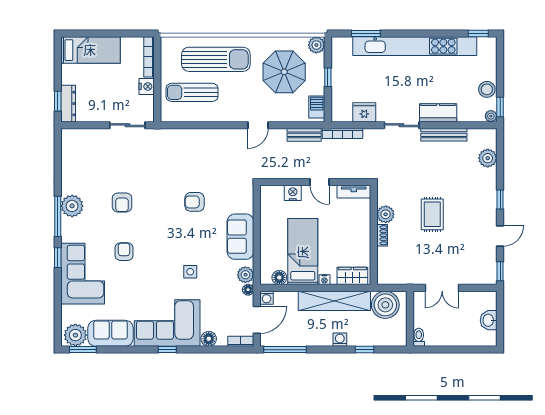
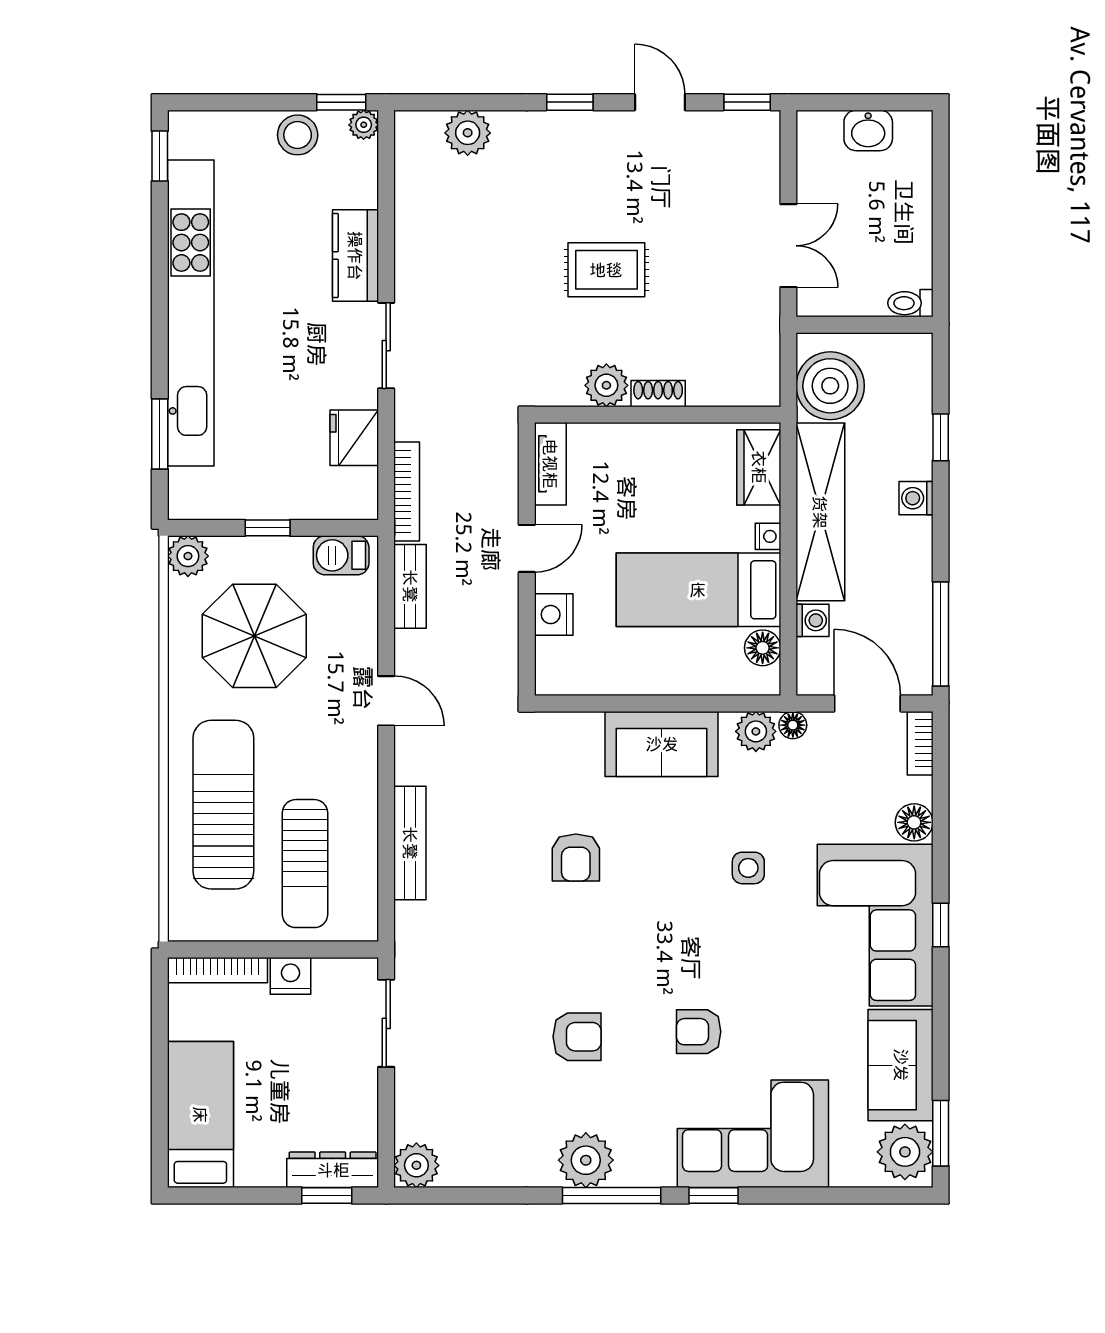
bench: (444, 135) -> (410, 843), moved
plant: (70, 137) -> (416, 1165), added
washing machine: (267, 298) -> (812, 620), moved

